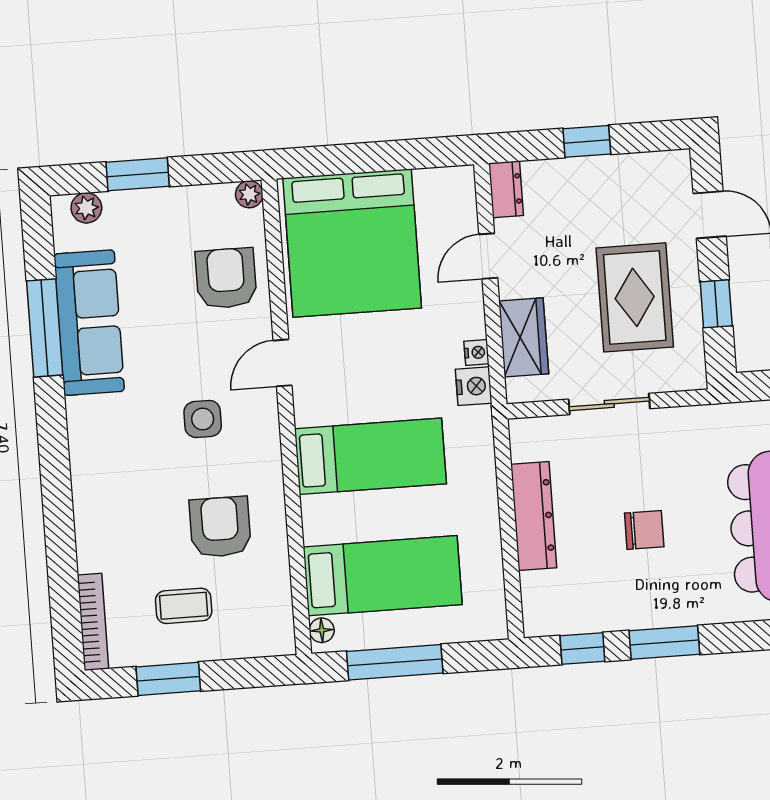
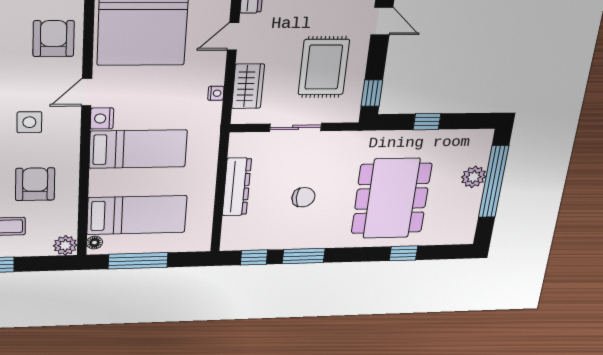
window: (716, 304) -> (372, 93), moved
nightstand: (474, 386) -> (102, 118), moved, turned 180
plant: (277, 638) -> (65, 245), added

